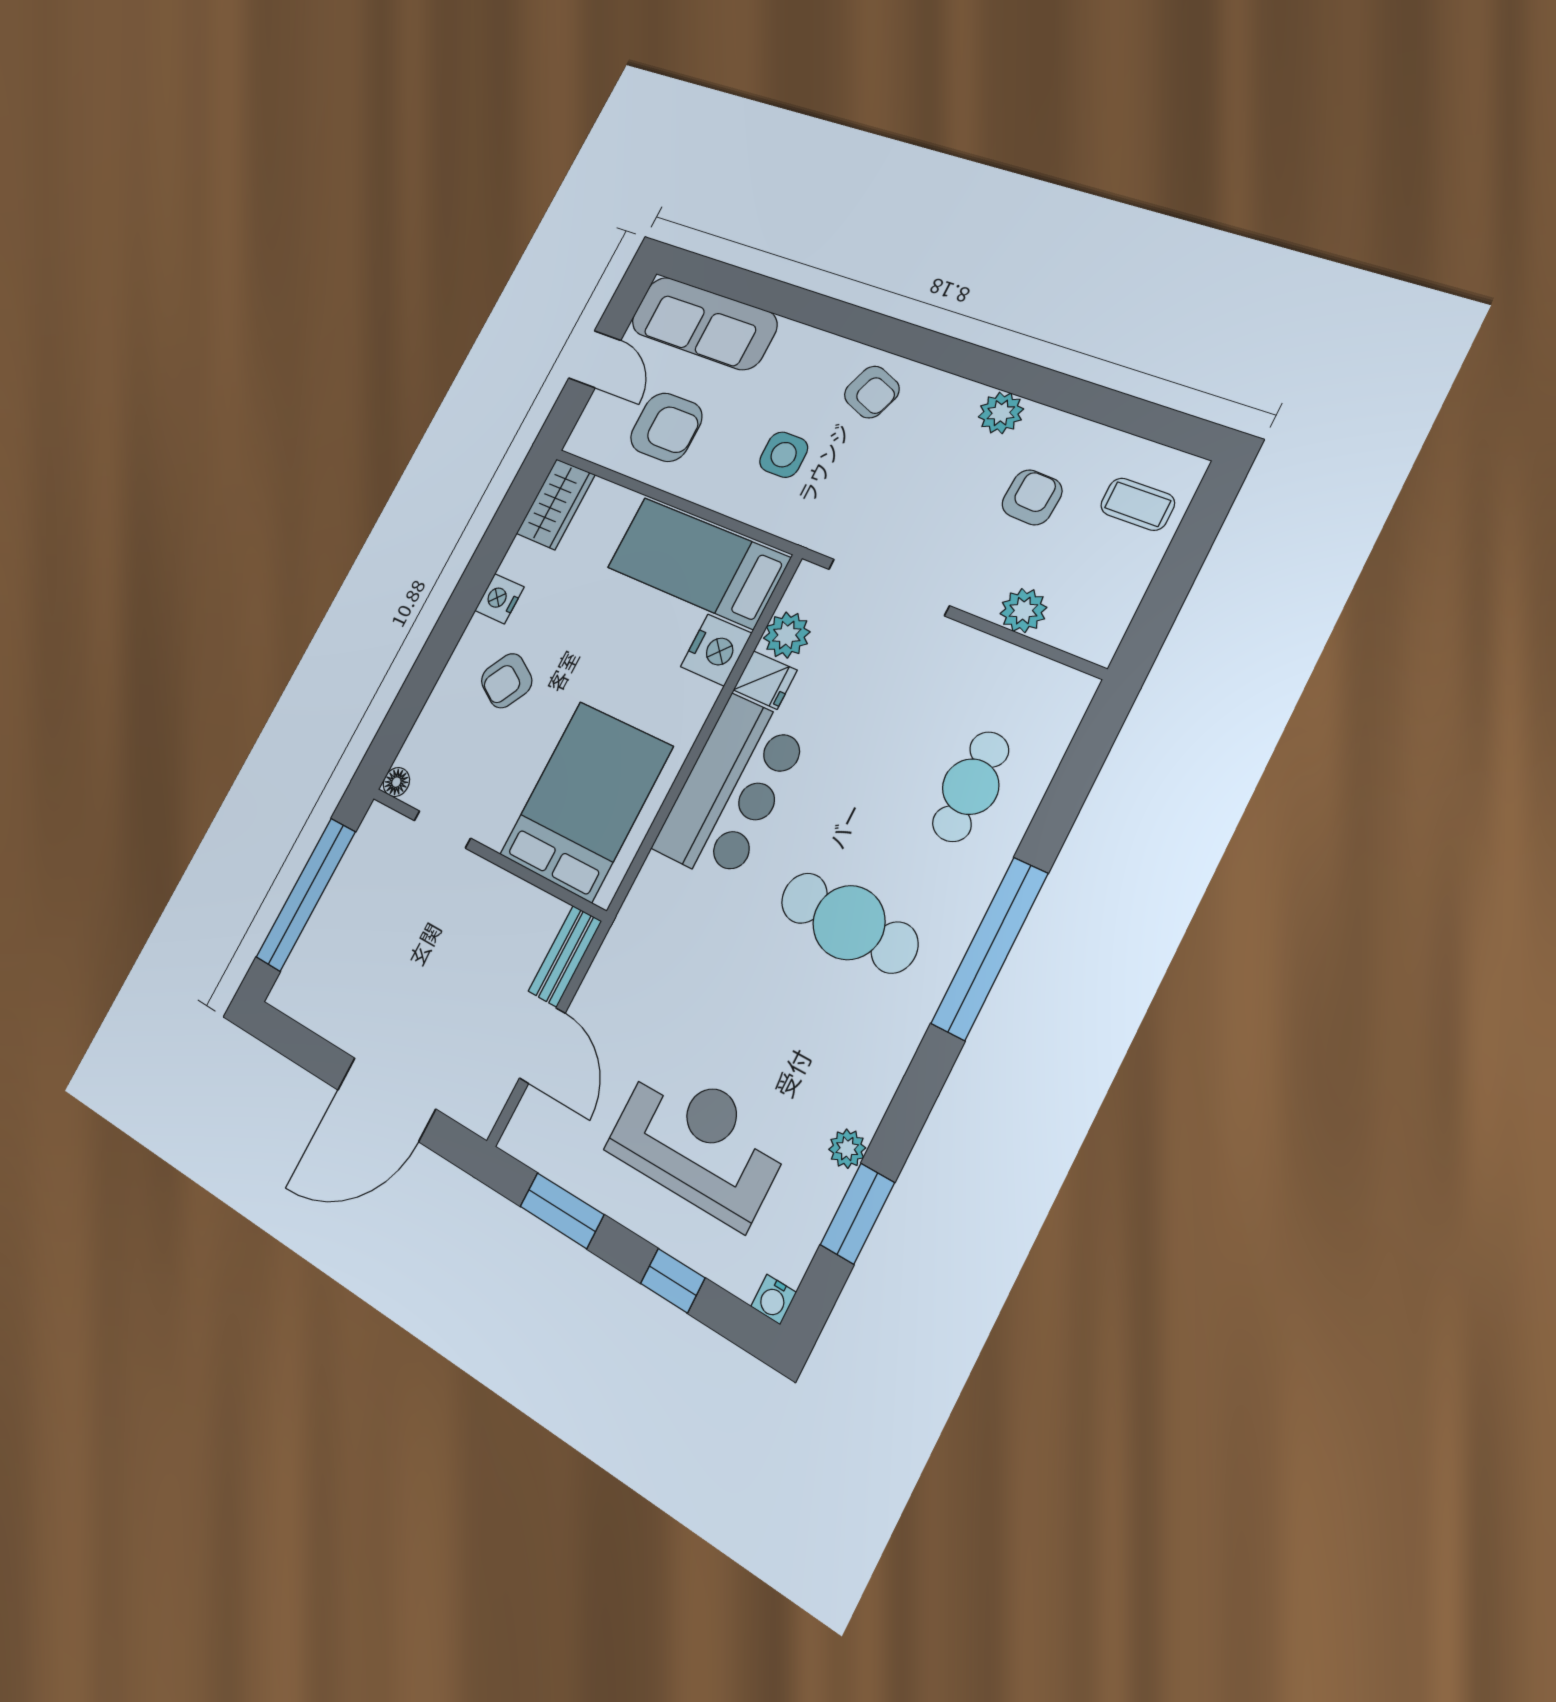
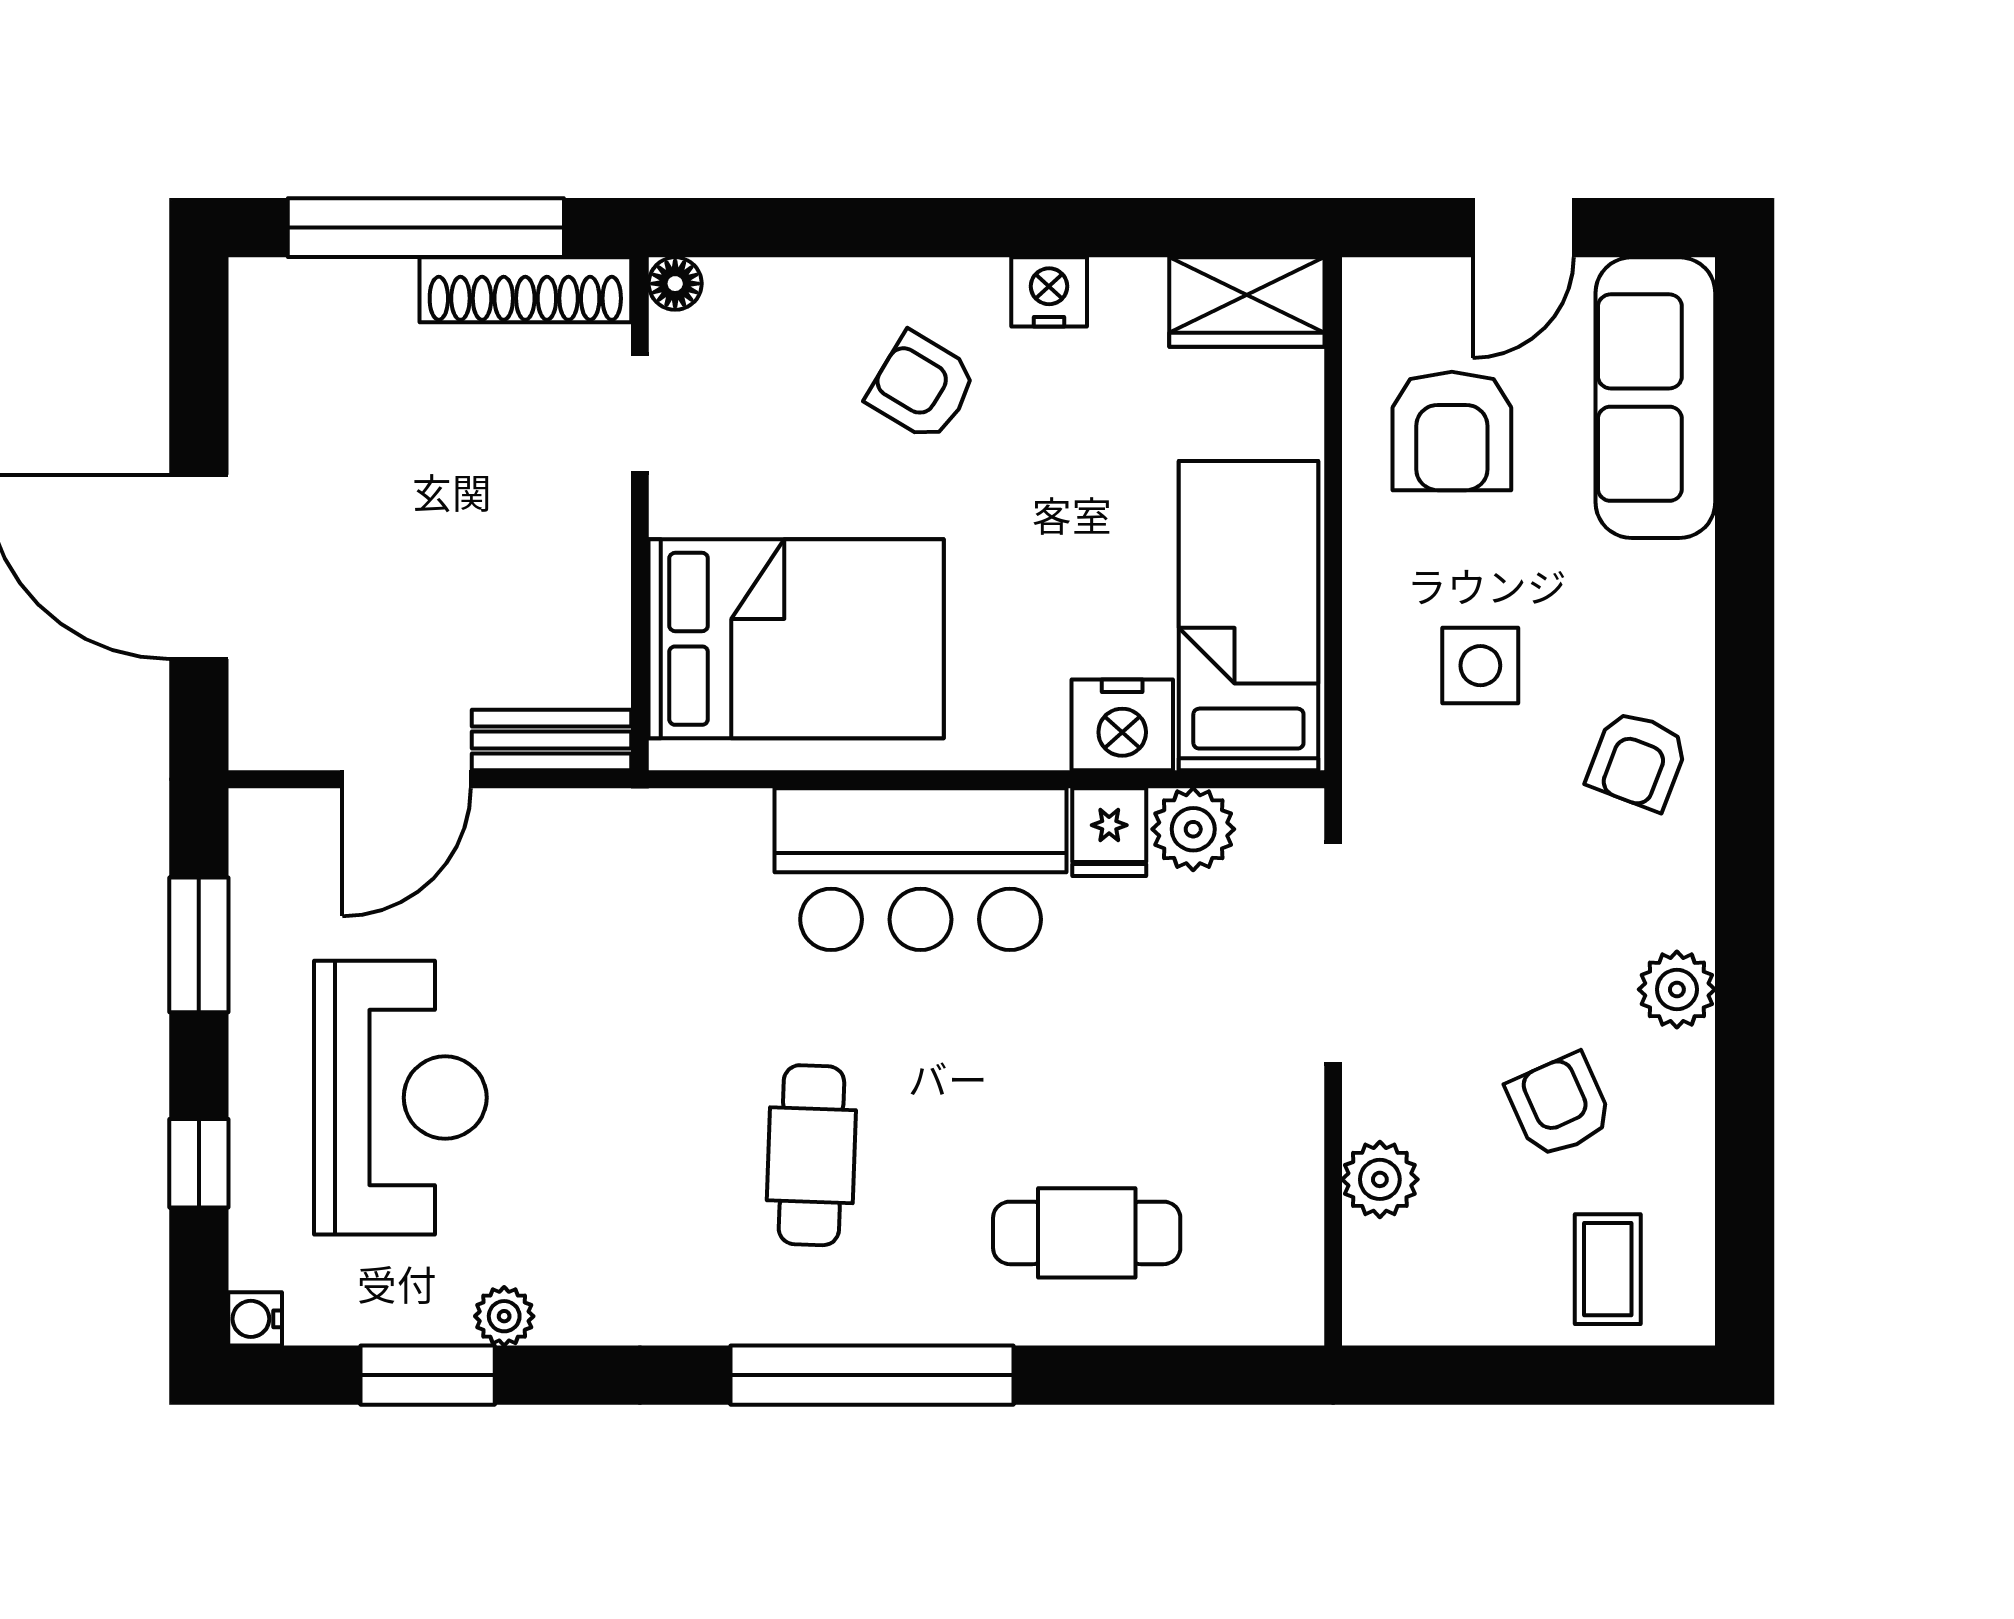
armchair: (1032, 497) -> (1559, 1106), turned -117
shoe rack: (358, 859) -> (525, 290), added
cafe table: (849, 923) -> (811, 1155), width x0.73, depth x0.74

